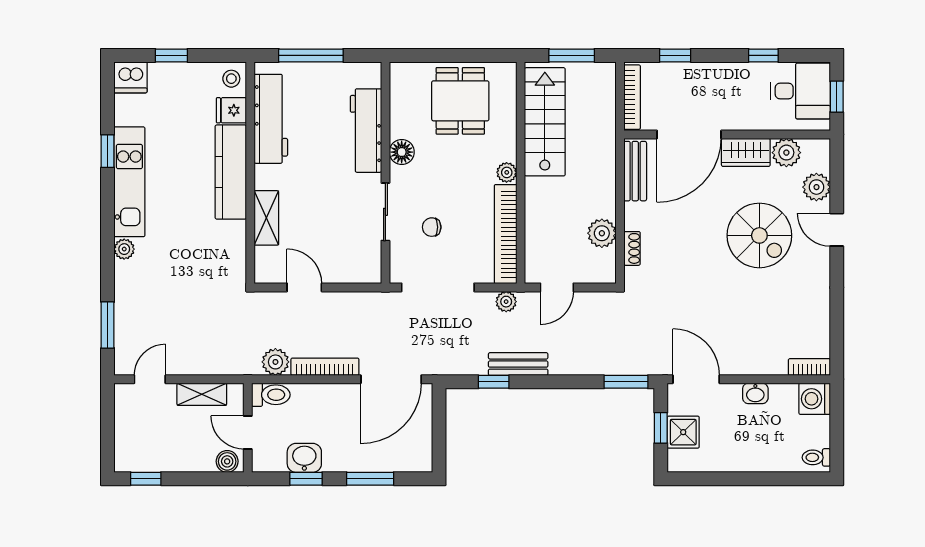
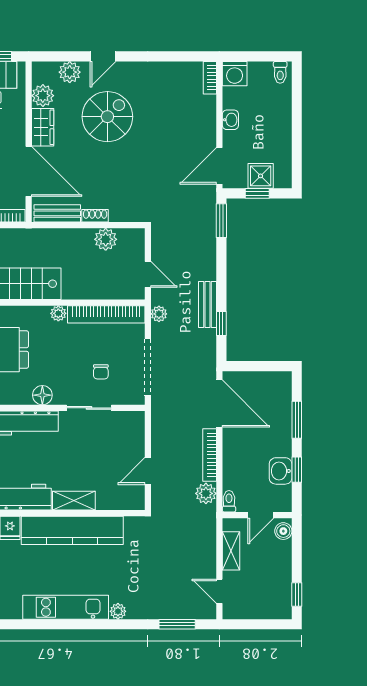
window: (108, 151) -> (42, 624), removed
kitchen counter: (231, 172) -> (72, 530), width x1.39, depth x1.17
shelving: (266, 218) -> (74, 501), moved
shoe rack: (632, 248) -> (95, 216), moved
toilet: (271, 395) -> (229, 501), width x0.73, depth x0.72

